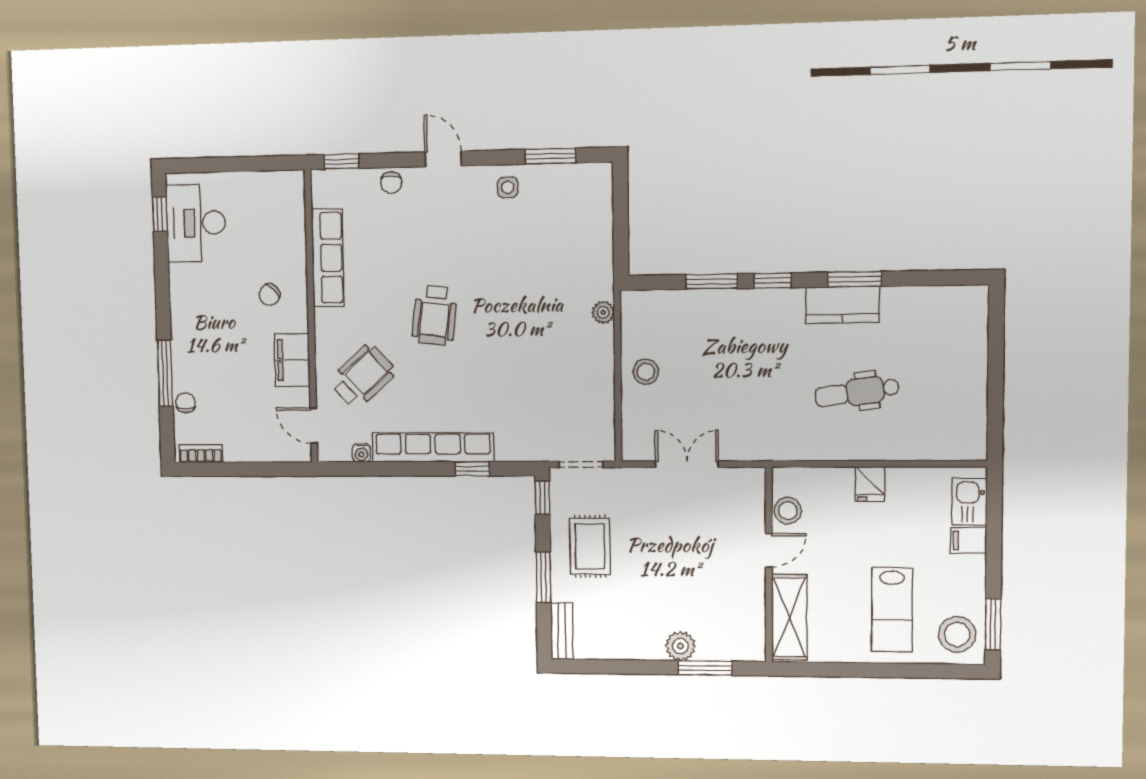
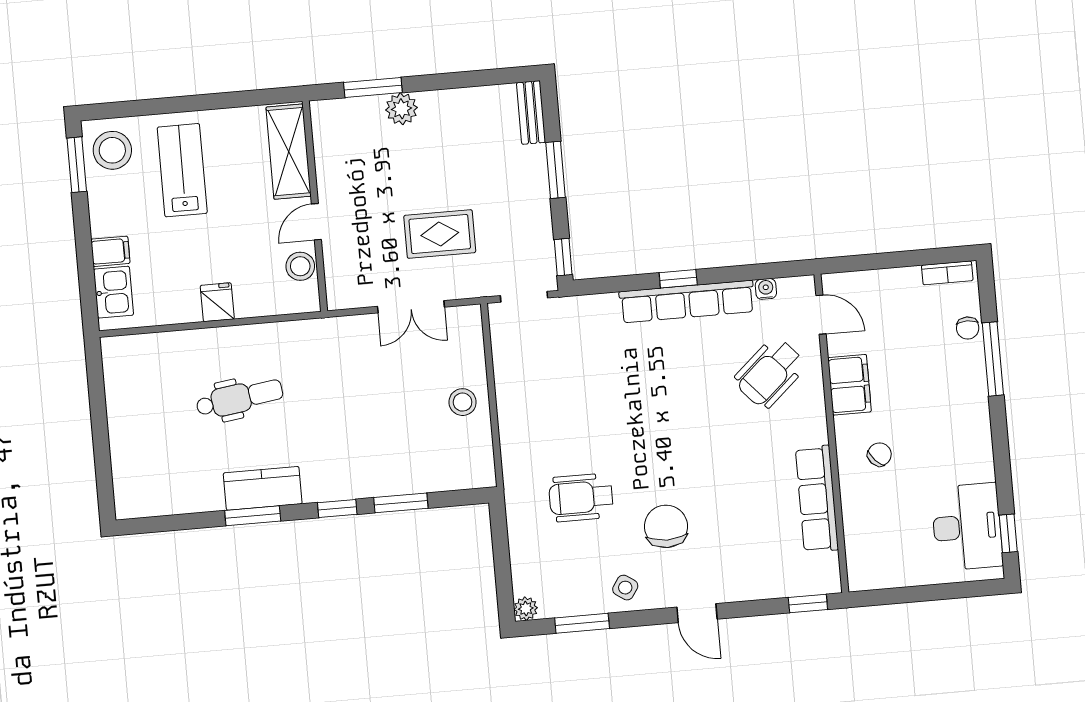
chair: (391, 183) -> (666, 526), moved, width x1.87, depth x1.87
side table: (508, 187) -> (625, 588), turned 34
plant: (603, 312) -> (526, 609), moved
wheelchair: (435, 315) -> (581, 497), moved, turned -97
window: (472, 469) -> (678, 279), moved
rug: (590, 546) -> (440, 234), moved, turned 90

